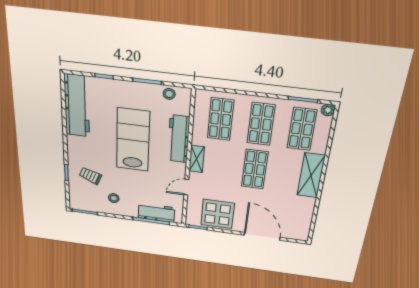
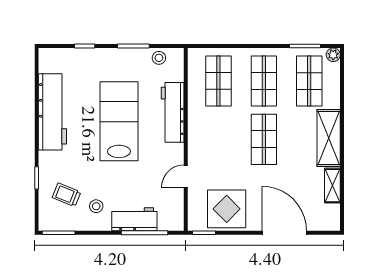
workbench: (77, 106) -> (52, 112), moved
shelving: (197, 159) -> (332, 186), moved
trolley: (90, 176) -> (66, 195), moved
workbench: (156, 213) -> (134, 219), moved

